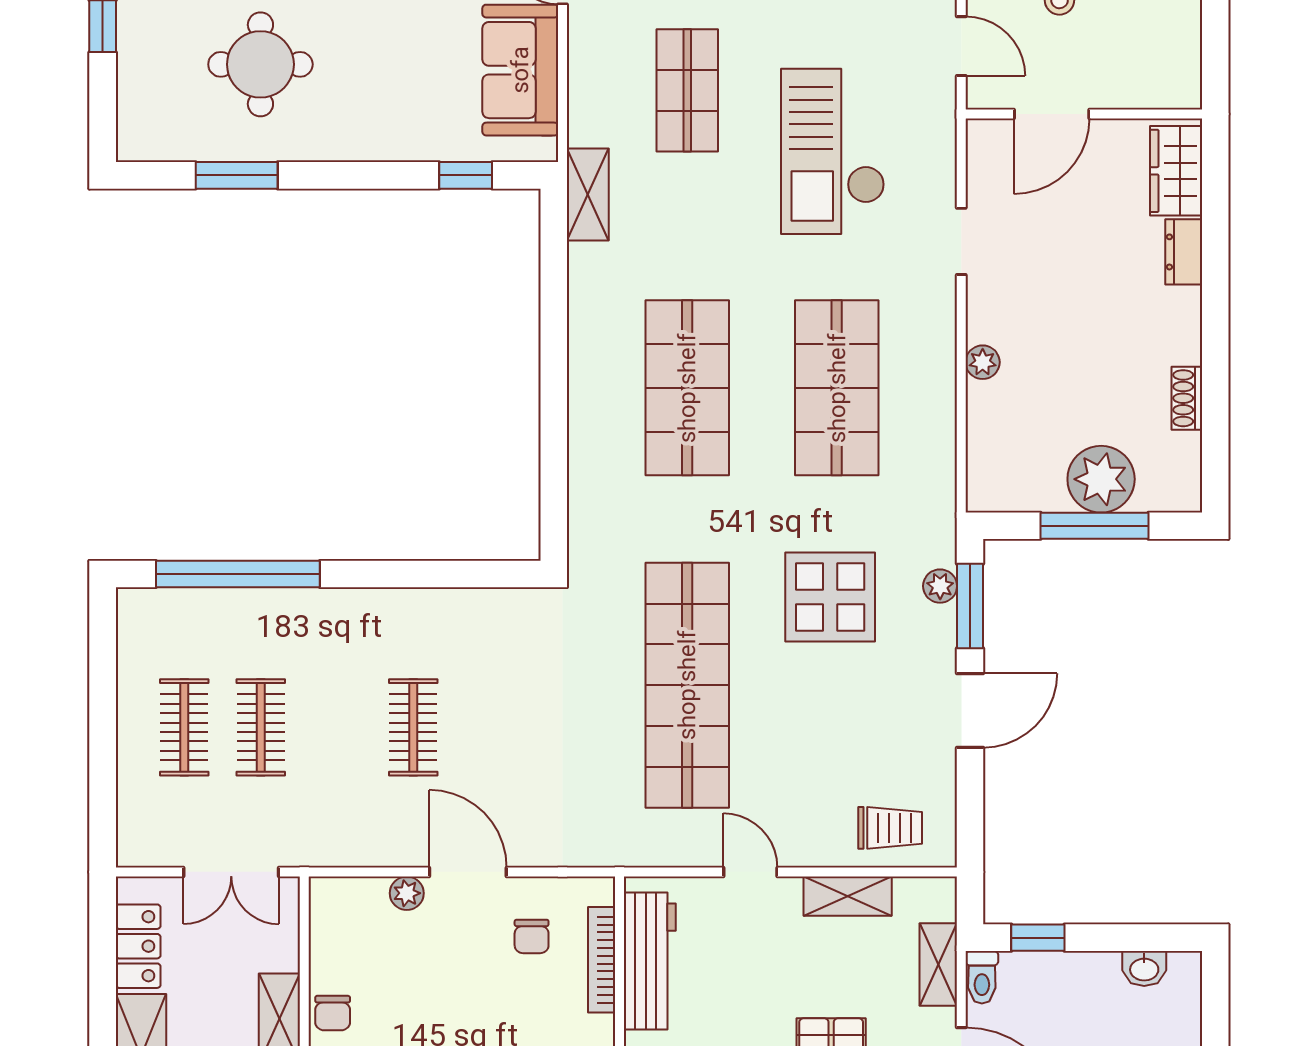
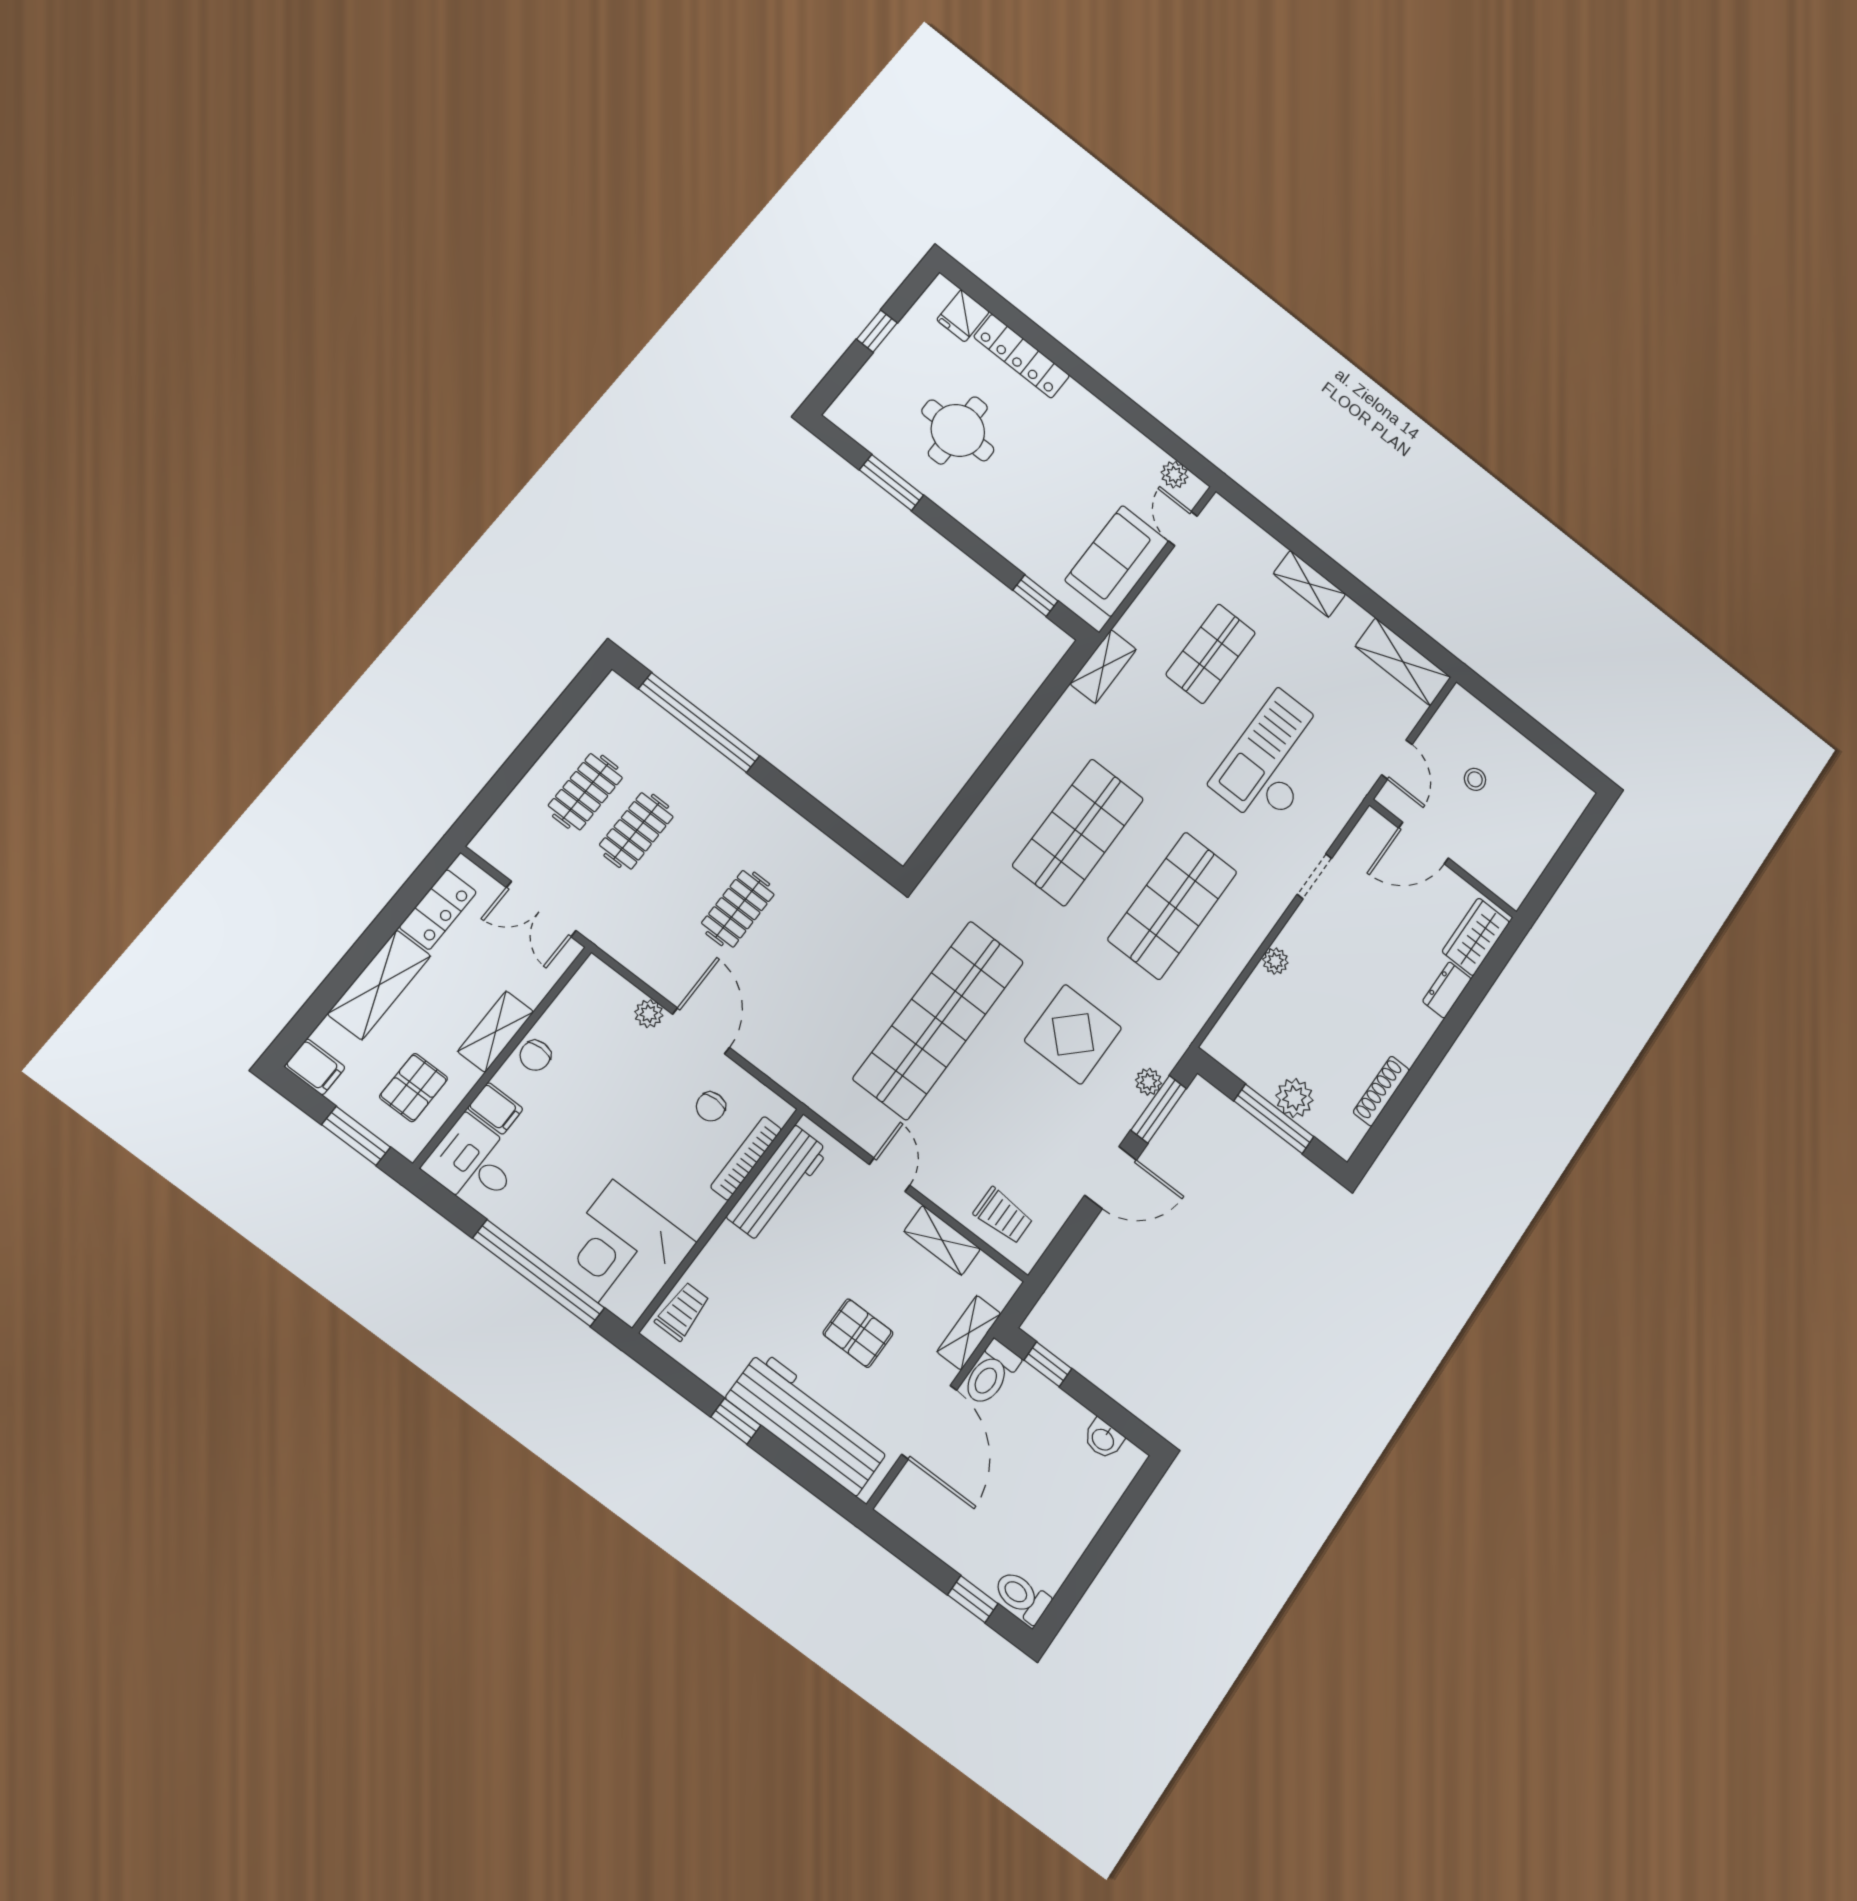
shoe rack: (1187, 398) -> (1381, 1091), width x1.43
plant: (1101, 479) -> (1294, 1098), width x0.73, depth x0.73
toilet: (982, 977) -> (991, 1373), width x1.37, depth x1.39

